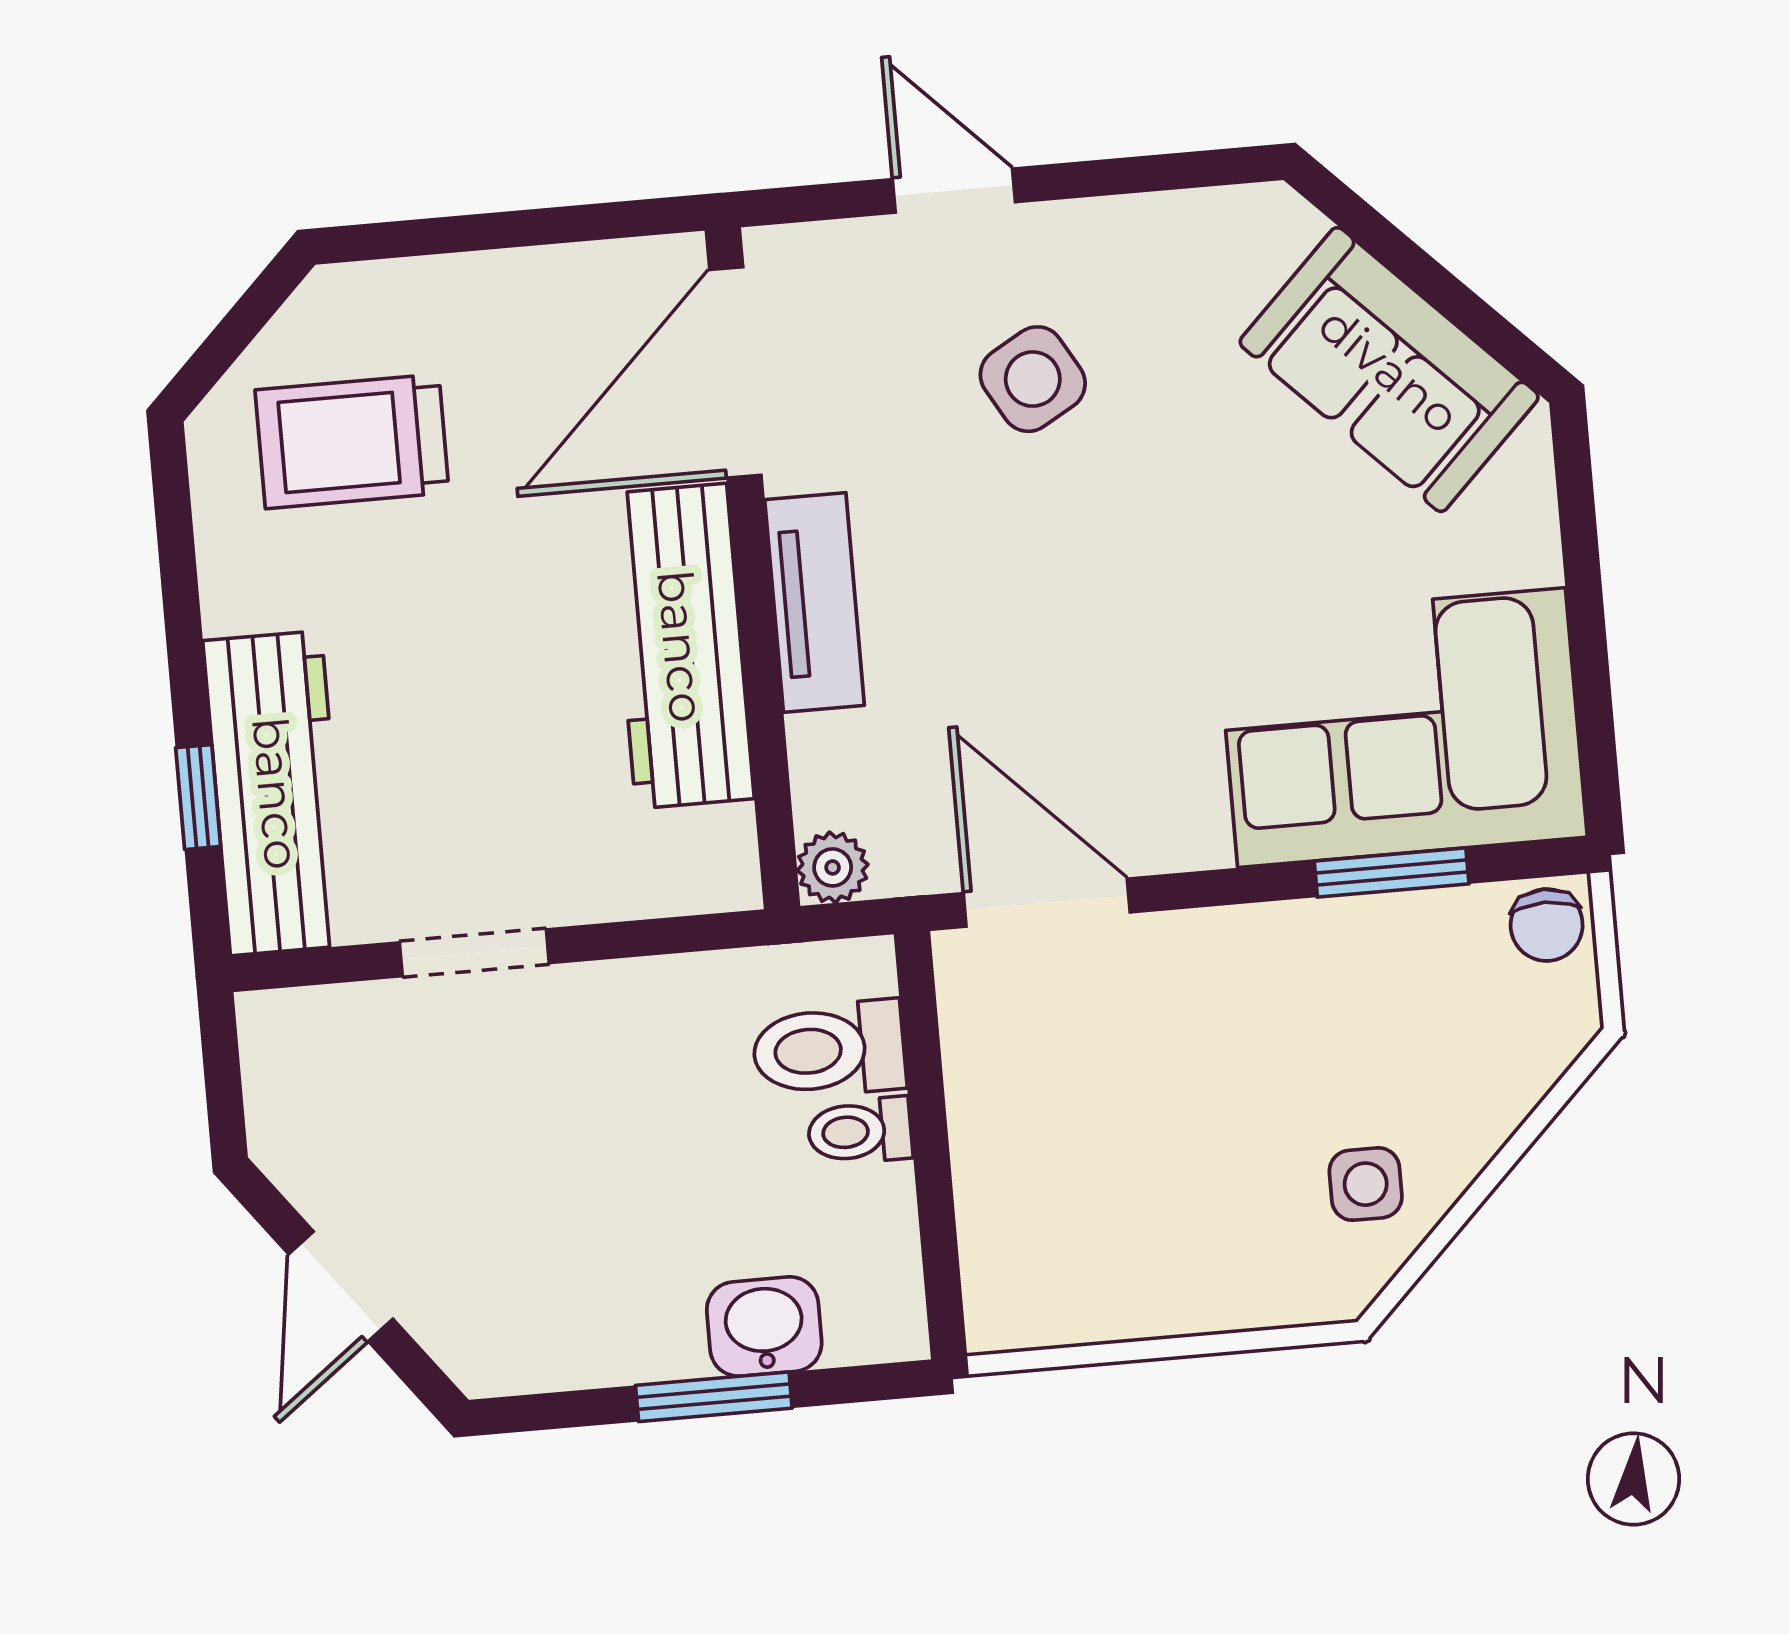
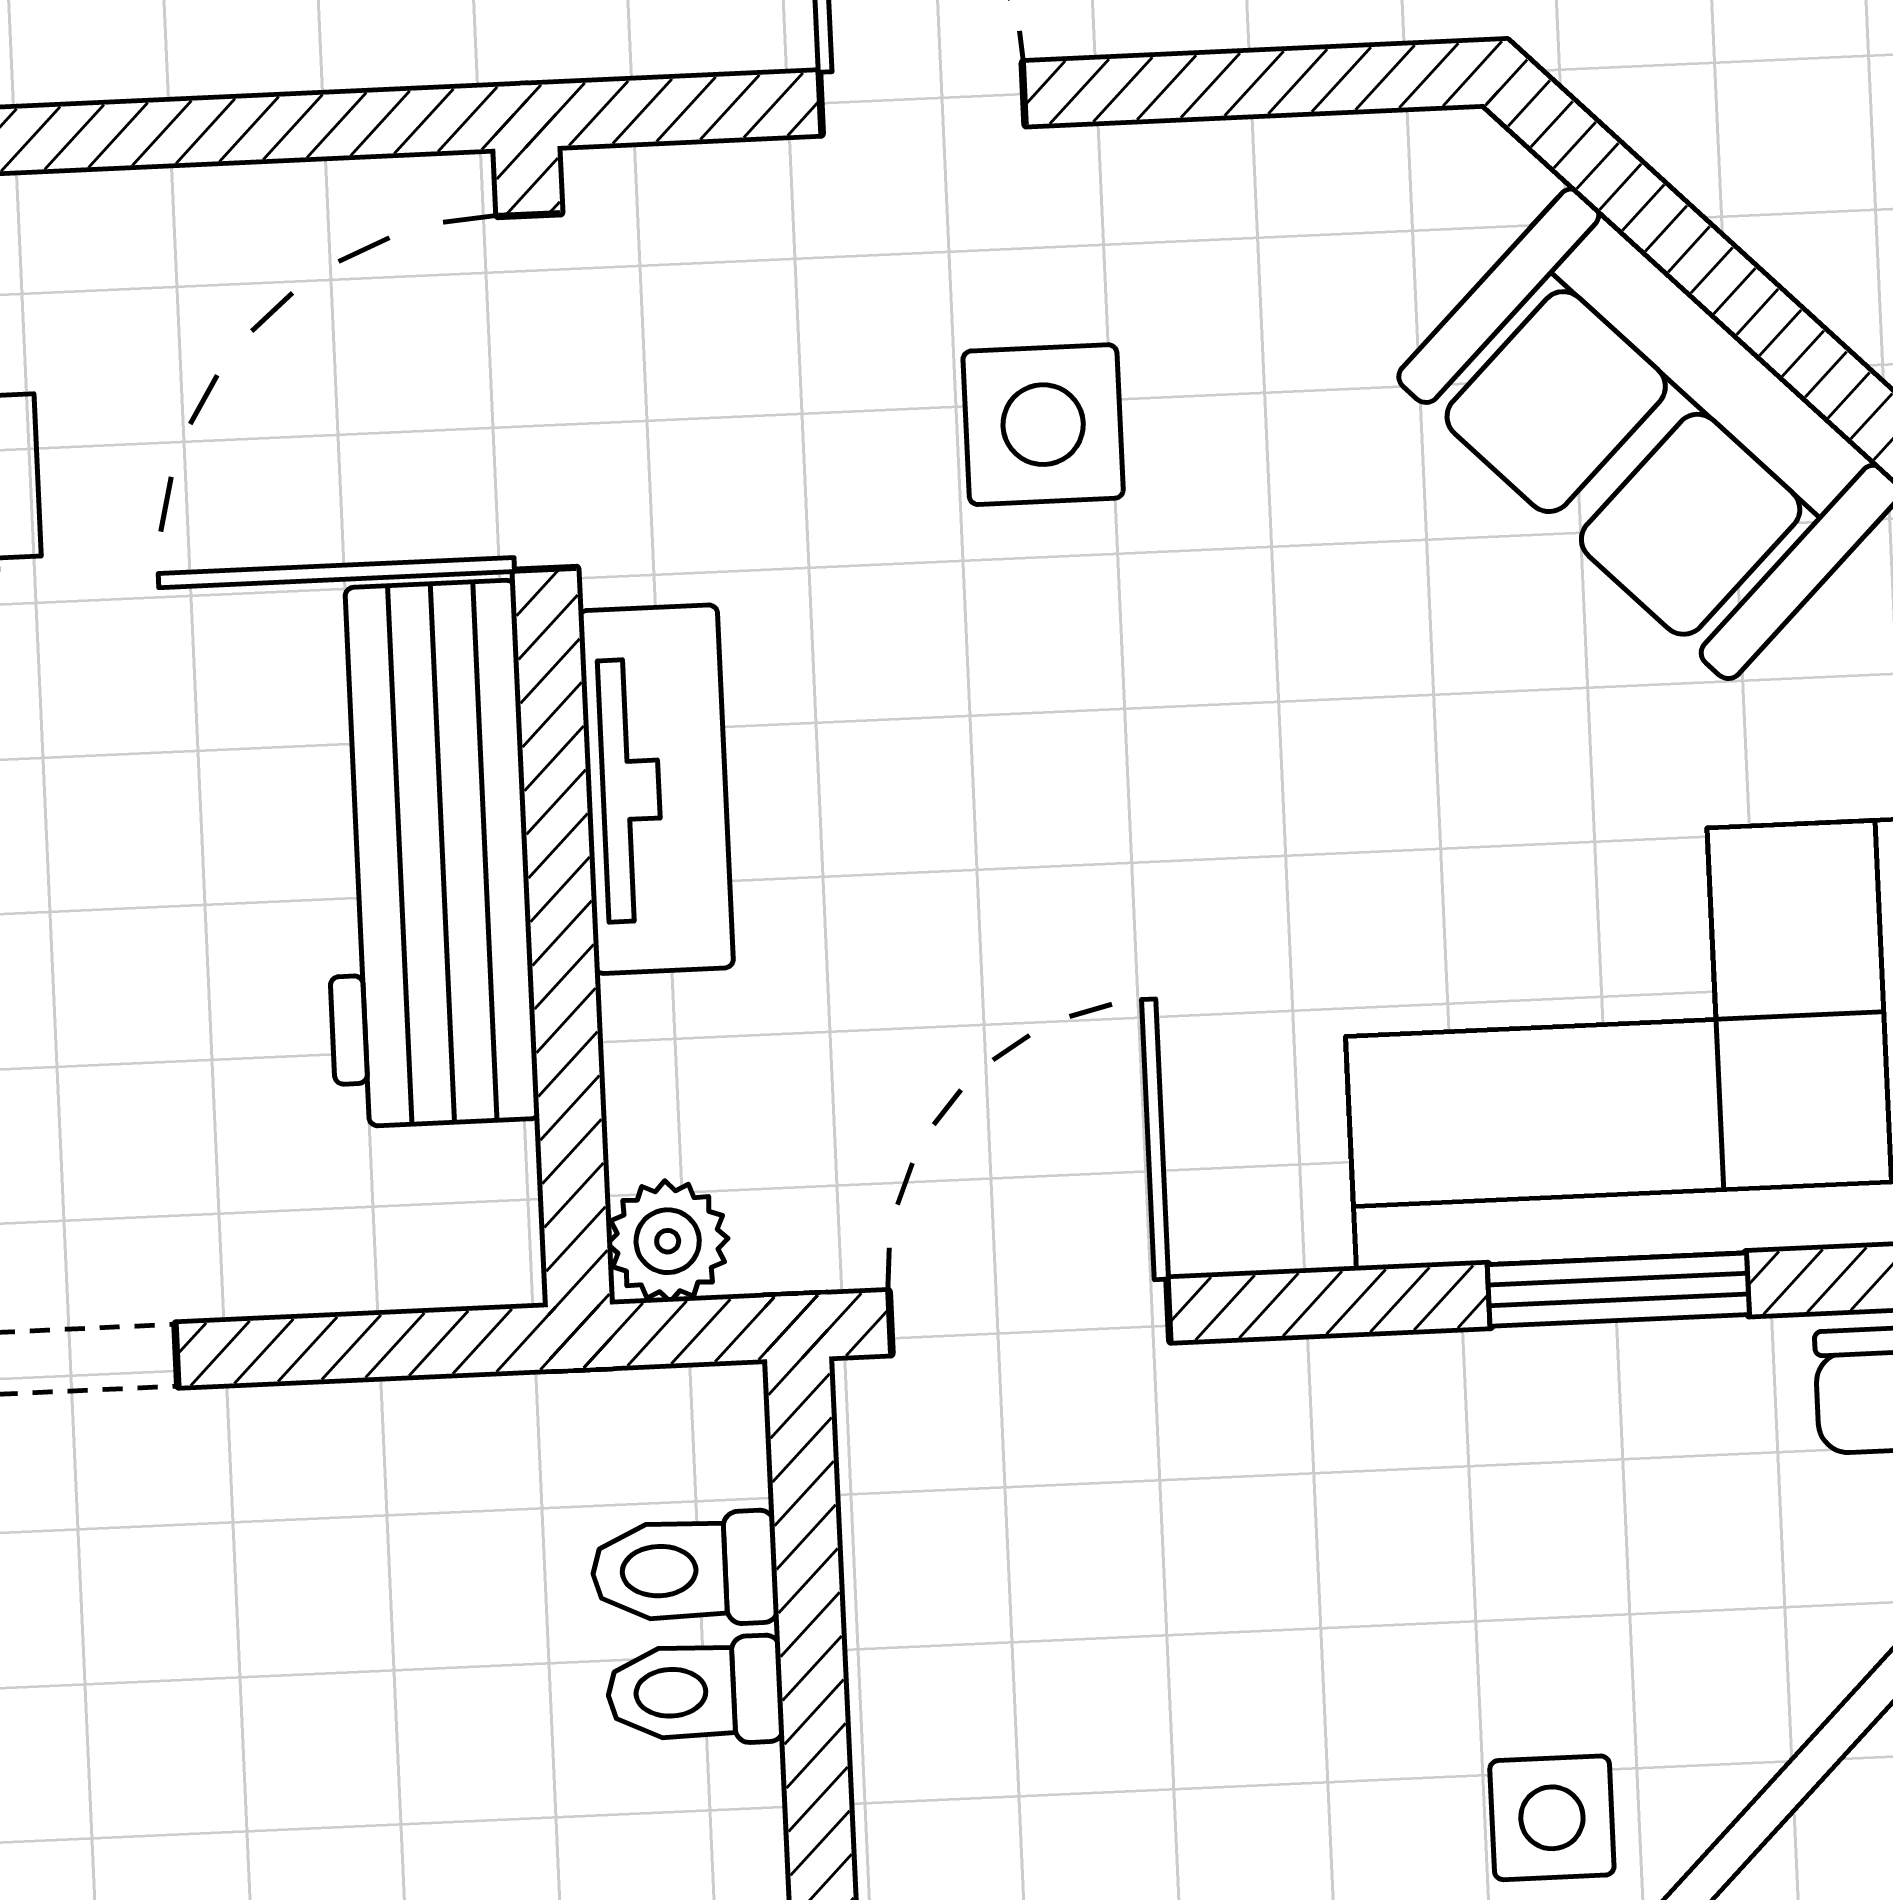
side table: (1033, 379) -> (1043, 425), turned 30
door: (1047, 903) -> (1029, 1316), hinge flipped
toilet: (829, 1049) -> (685, 1570), width x0.73, depth x0.72

